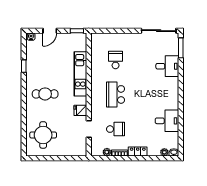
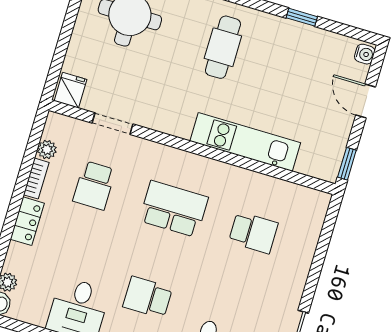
school desk: (154, 94) -> (148, 297), added
fridge: (80, 110) -> (71, 90), moved

